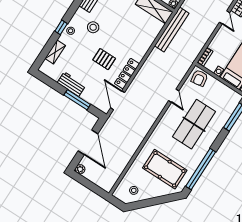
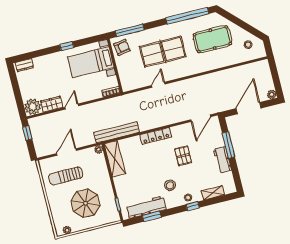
locker: (127, 74) -> (156, 136), moved
armchair: (199, 78) -> (122, 47), moved
pool table: (165, 169) -> (213, 39), turned 90

